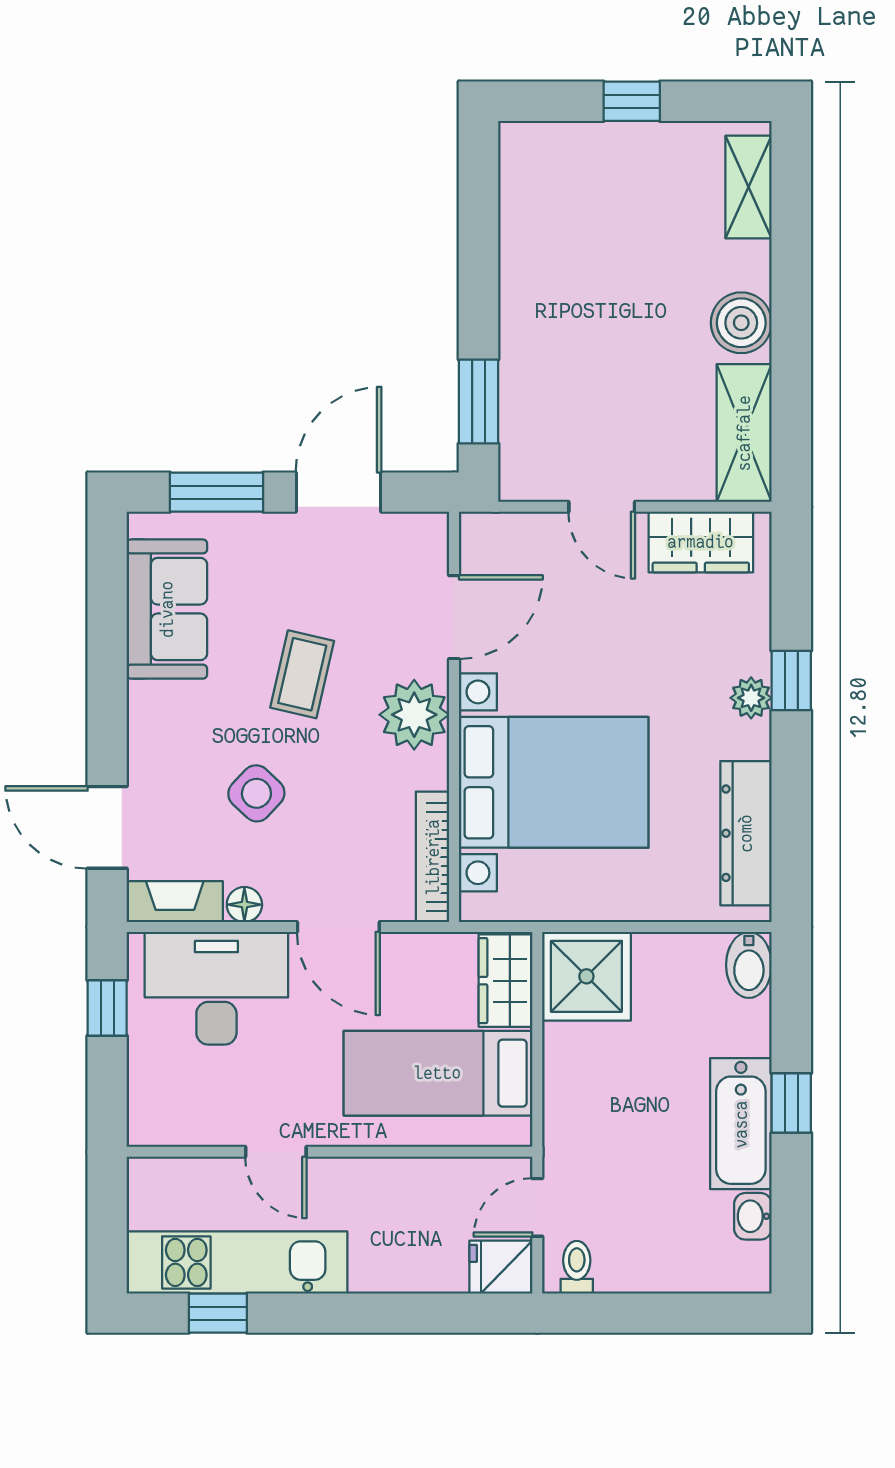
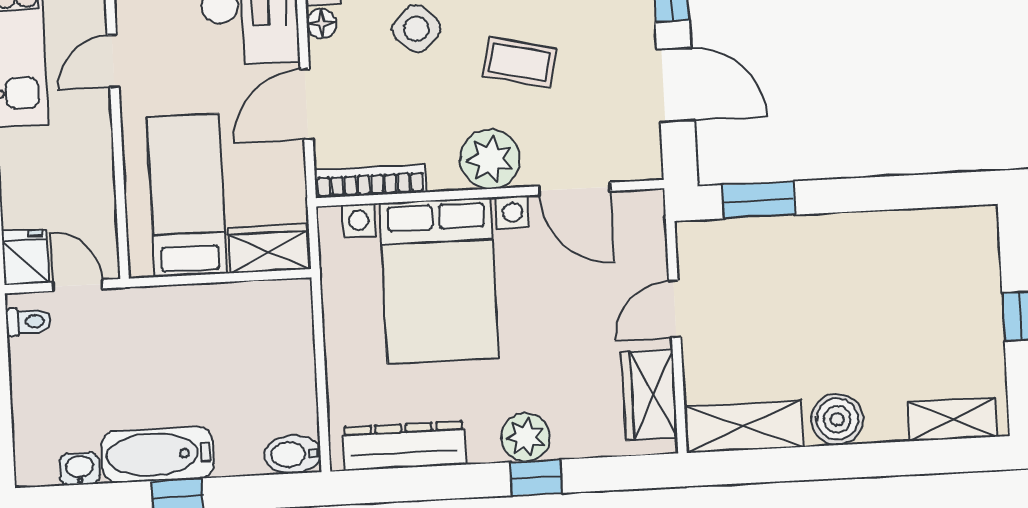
plant: (751, 698) -> (526, 437), width x1.38, depth x1.38
shower: (586, 976) -> (276, 317), removed

